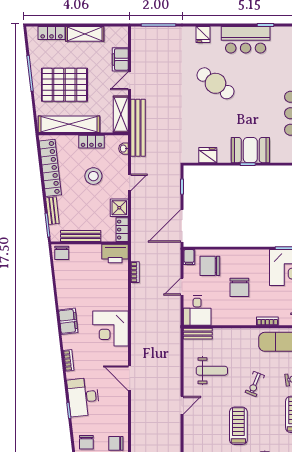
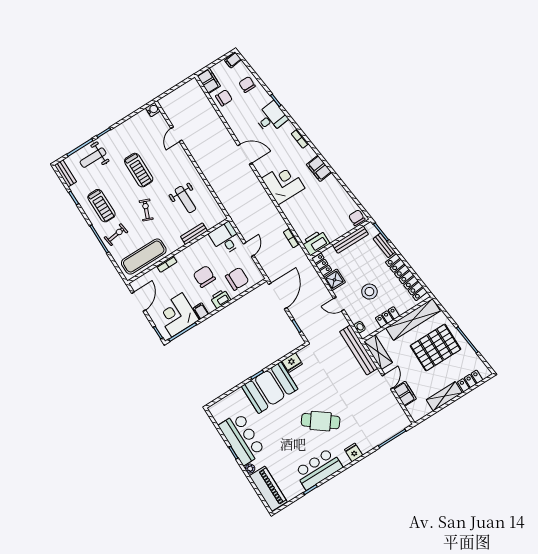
booth: (250, 150) -> (270, 388), width x1.36, depth x1.42
door: (130, 182) -> (339, 304), hinge flipped
filing cabinet: (189, 257) -> (201, 311), moved
printer: (237, 257) -> (220, 299), added
bench: (198, 334) -> (194, 234), moved
weight bench: (212, 371) -> (185, 200), turned -90
desk: (83, 397) -> (271, 118), width x0.73
door: (182, 405) -> (176, 134), moved

